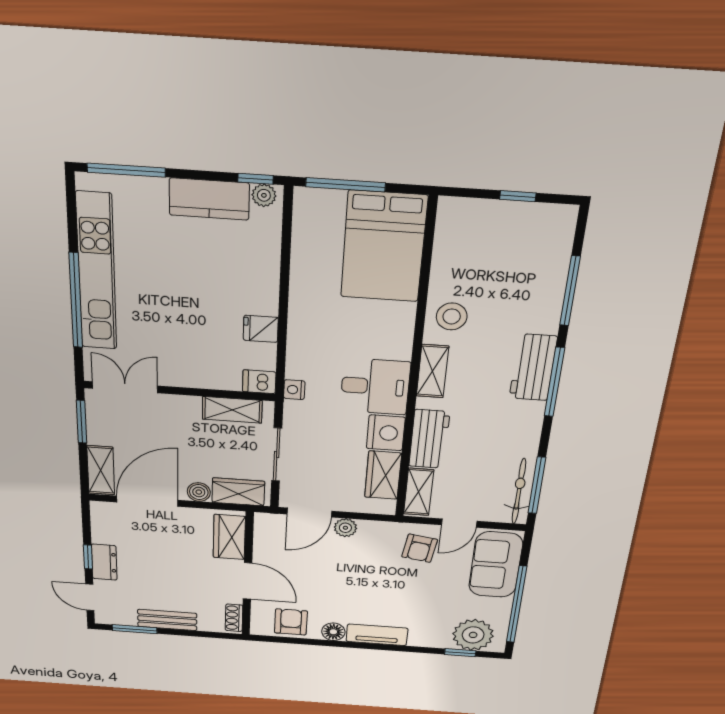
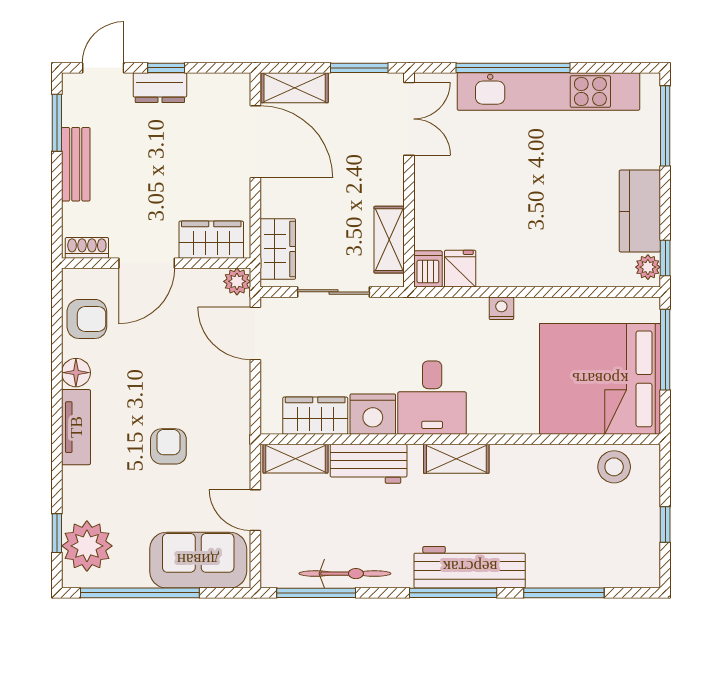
bed: (384, 247) -> (600, 379), width x1.36
stool: (452, 316) -> (614, 467), moved
fridge: (261, 329) -> (460, 269), moved
workbench: (533, 367) -> (470, 567), width x1.38
nightstand: (294, 390) -> (501, 308), moved
bicycle: (519, 491) -> (345, 574), moved
boiler: (199, 492) -> (274, 203), removed
plant: (345, 528) -> (237, 281), moved
armchair: (420, 548) -> (168, 446), moved, turned 81

